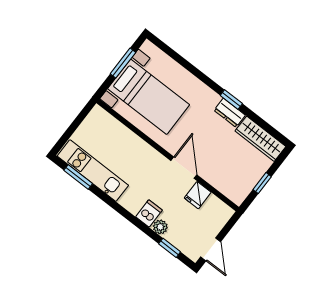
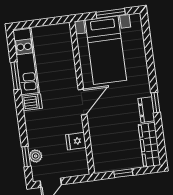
door: (184, 168) -> (82, 102), moved
window: (78, 177) -> (16, 76), moved
dishwasher: (149, 213) -> (32, 102), moved
plant: (160, 227) -> (36, 156), moved

